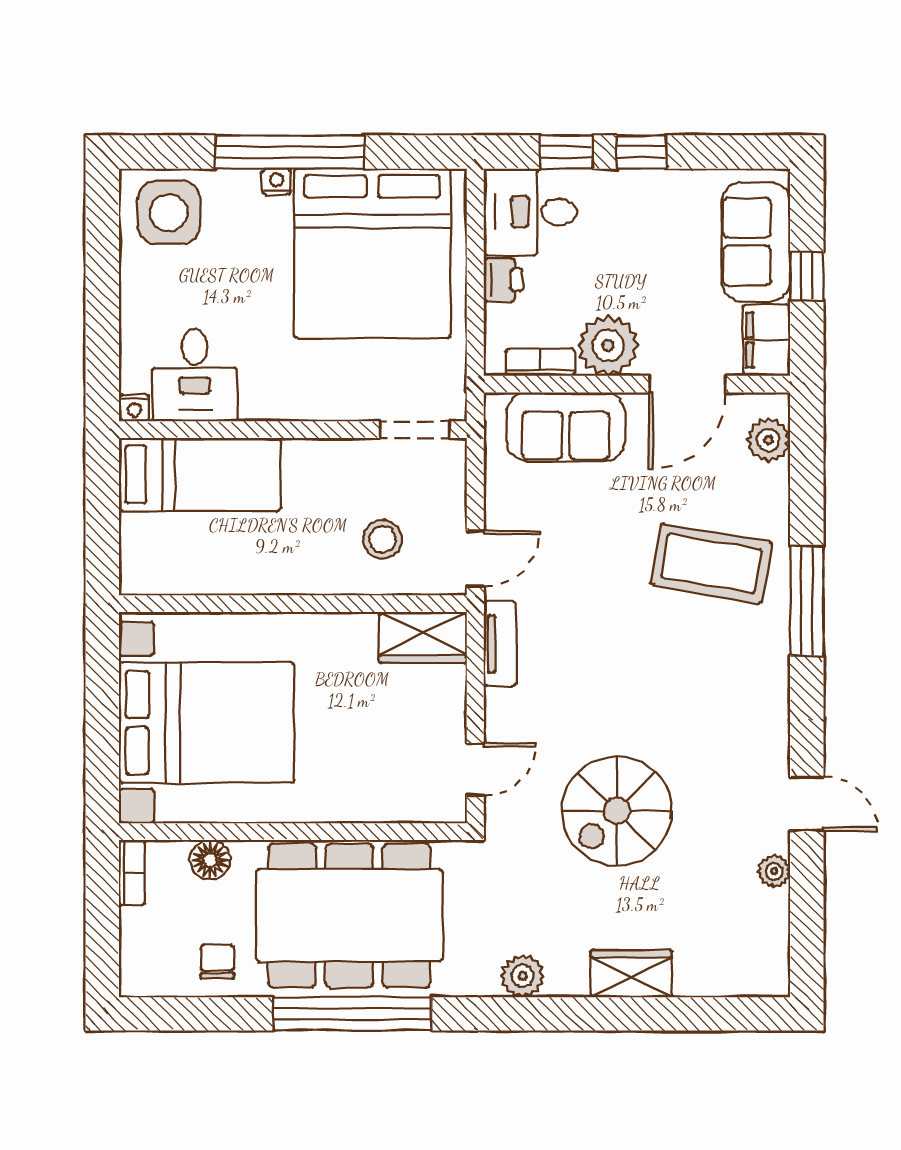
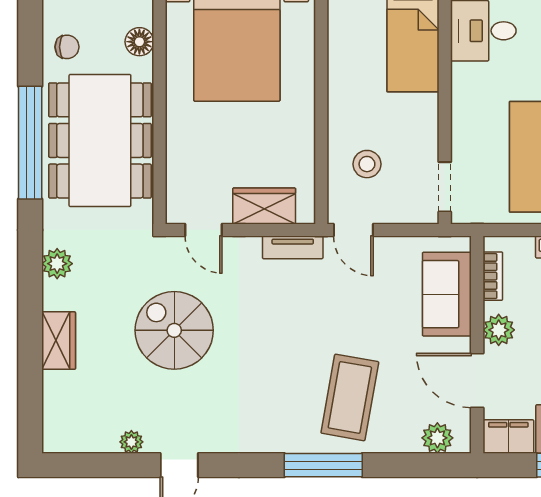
plant: (608, 346) -> (499, 330), width x0.73, depth x0.73
wardrobe: (423, 638) -> (264, 206), moved, turned 90

